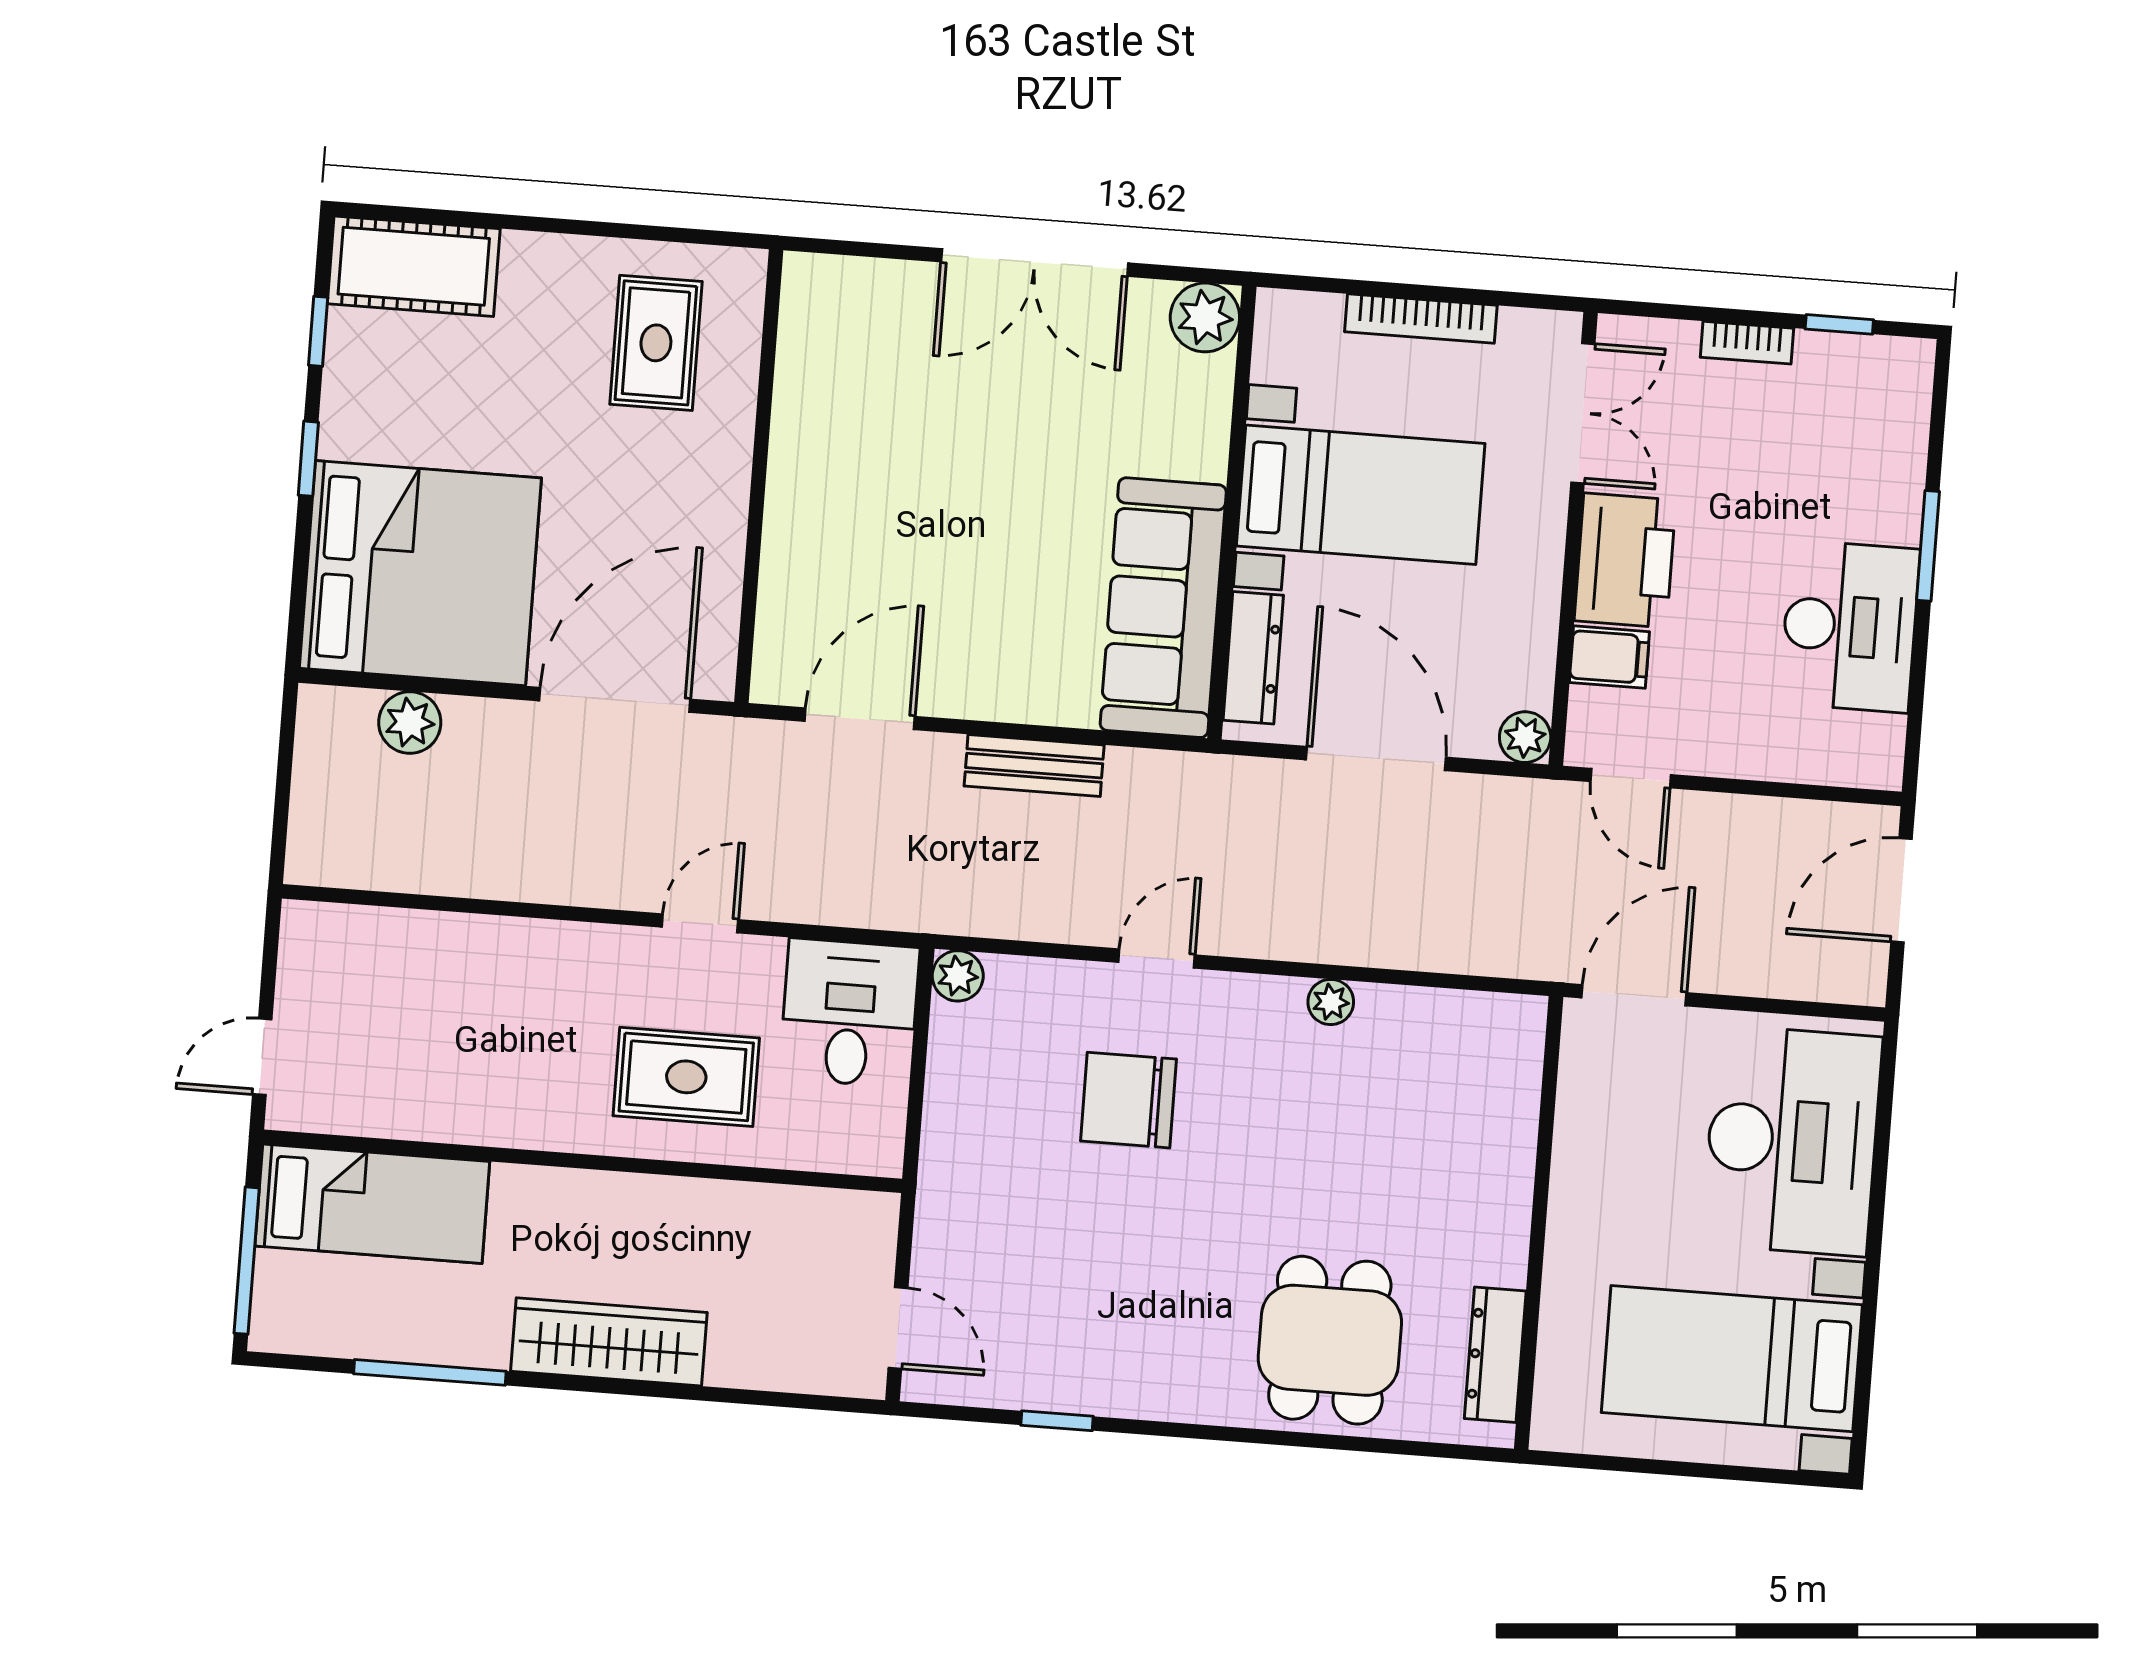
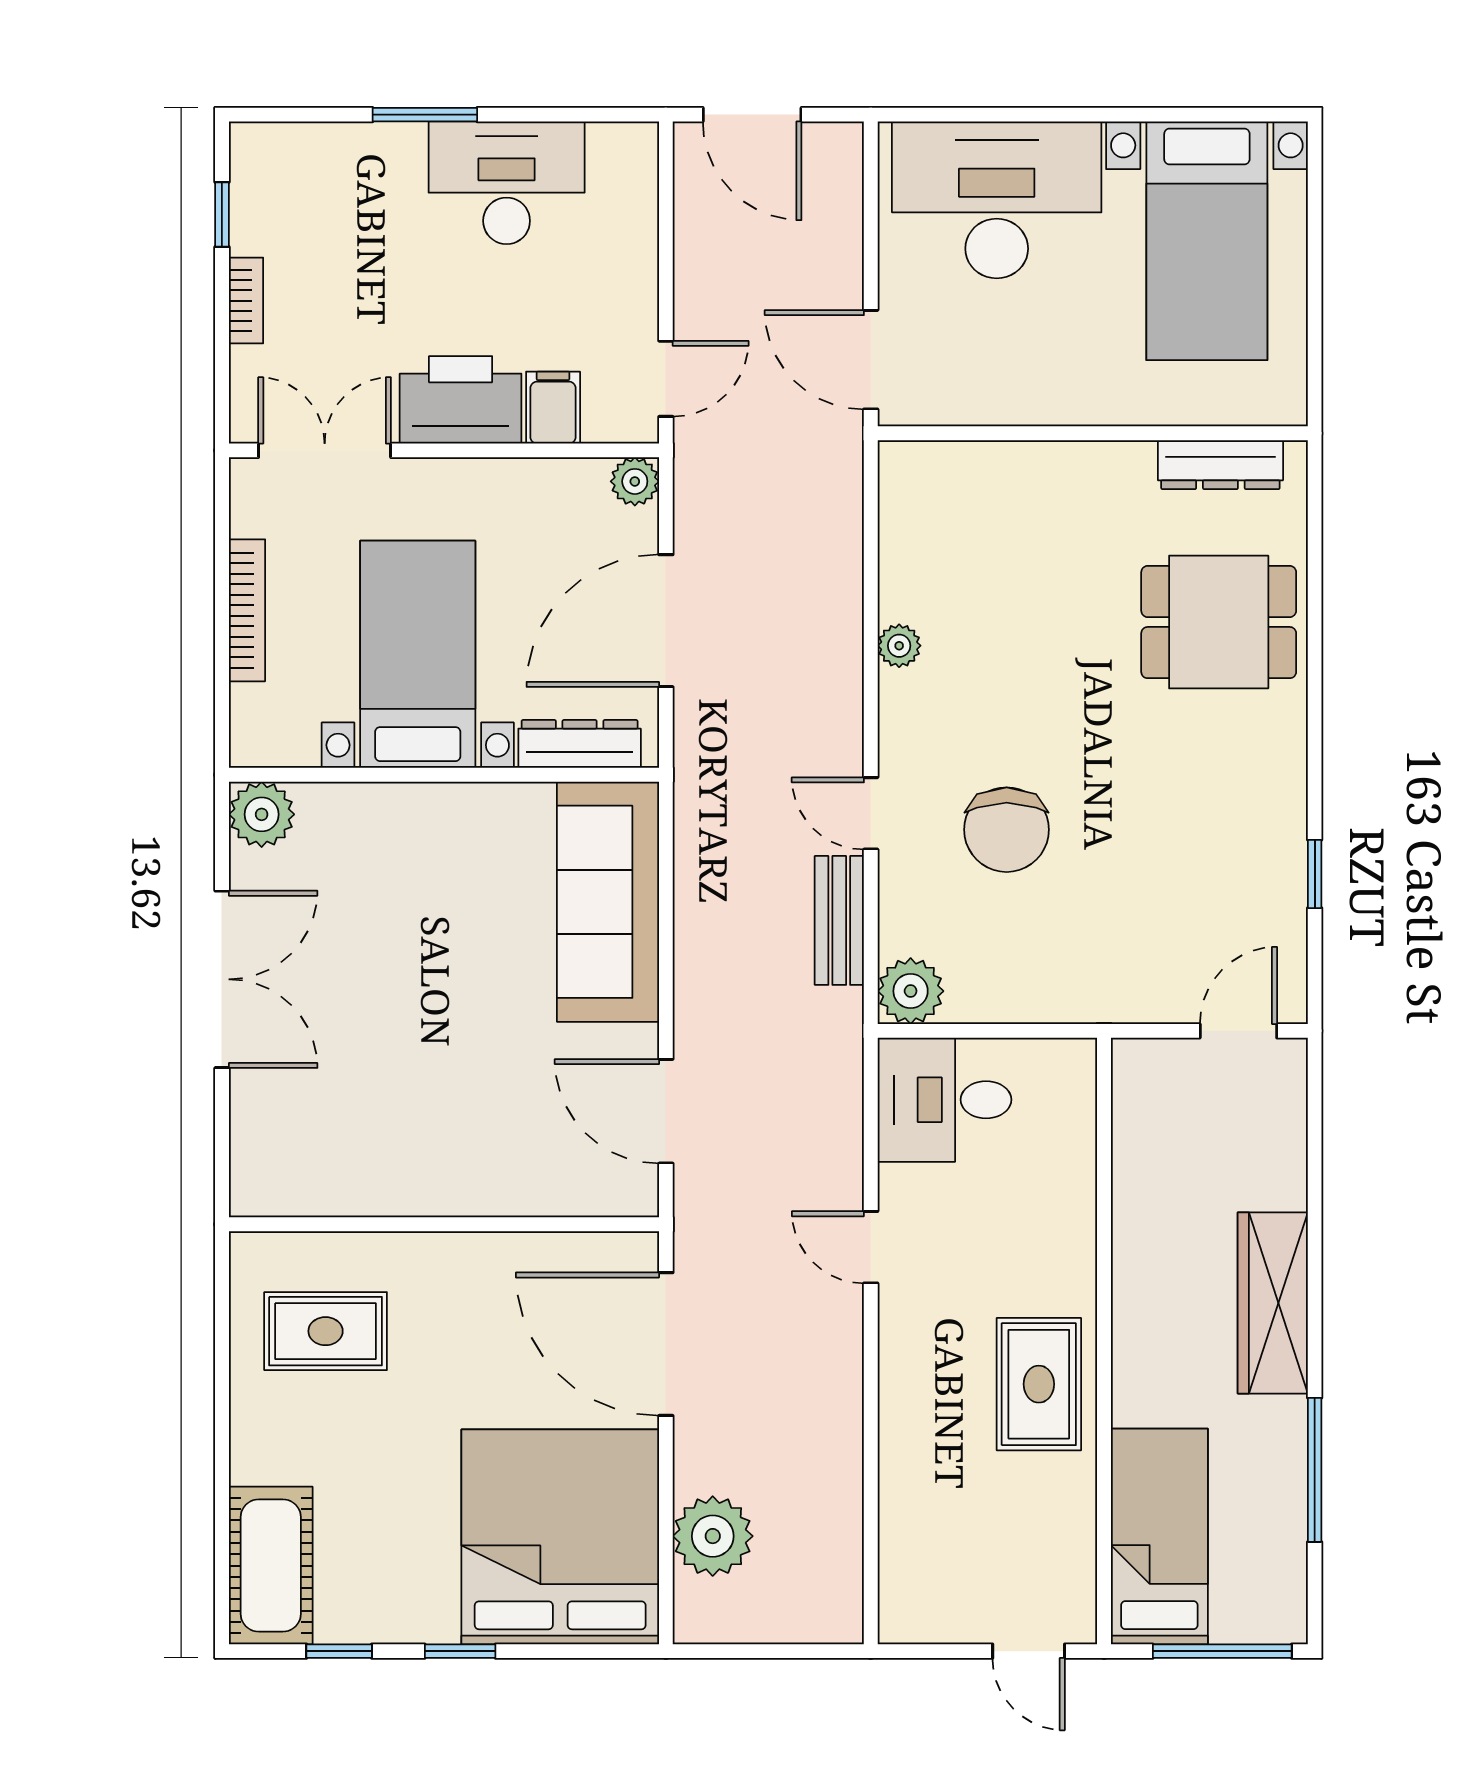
sofa: (1163, 608) -> (608, 902), moved, turned 90
plant: (410, 723) -> (713, 1536), width x1.36, depth x1.36
bench: (1034, 766) -> (839, 920), moved
plant: (958, 976) -> (911, 991), width x1.38, depth x1.38
rug: (686, 1077) -> (1039, 1384), moved

